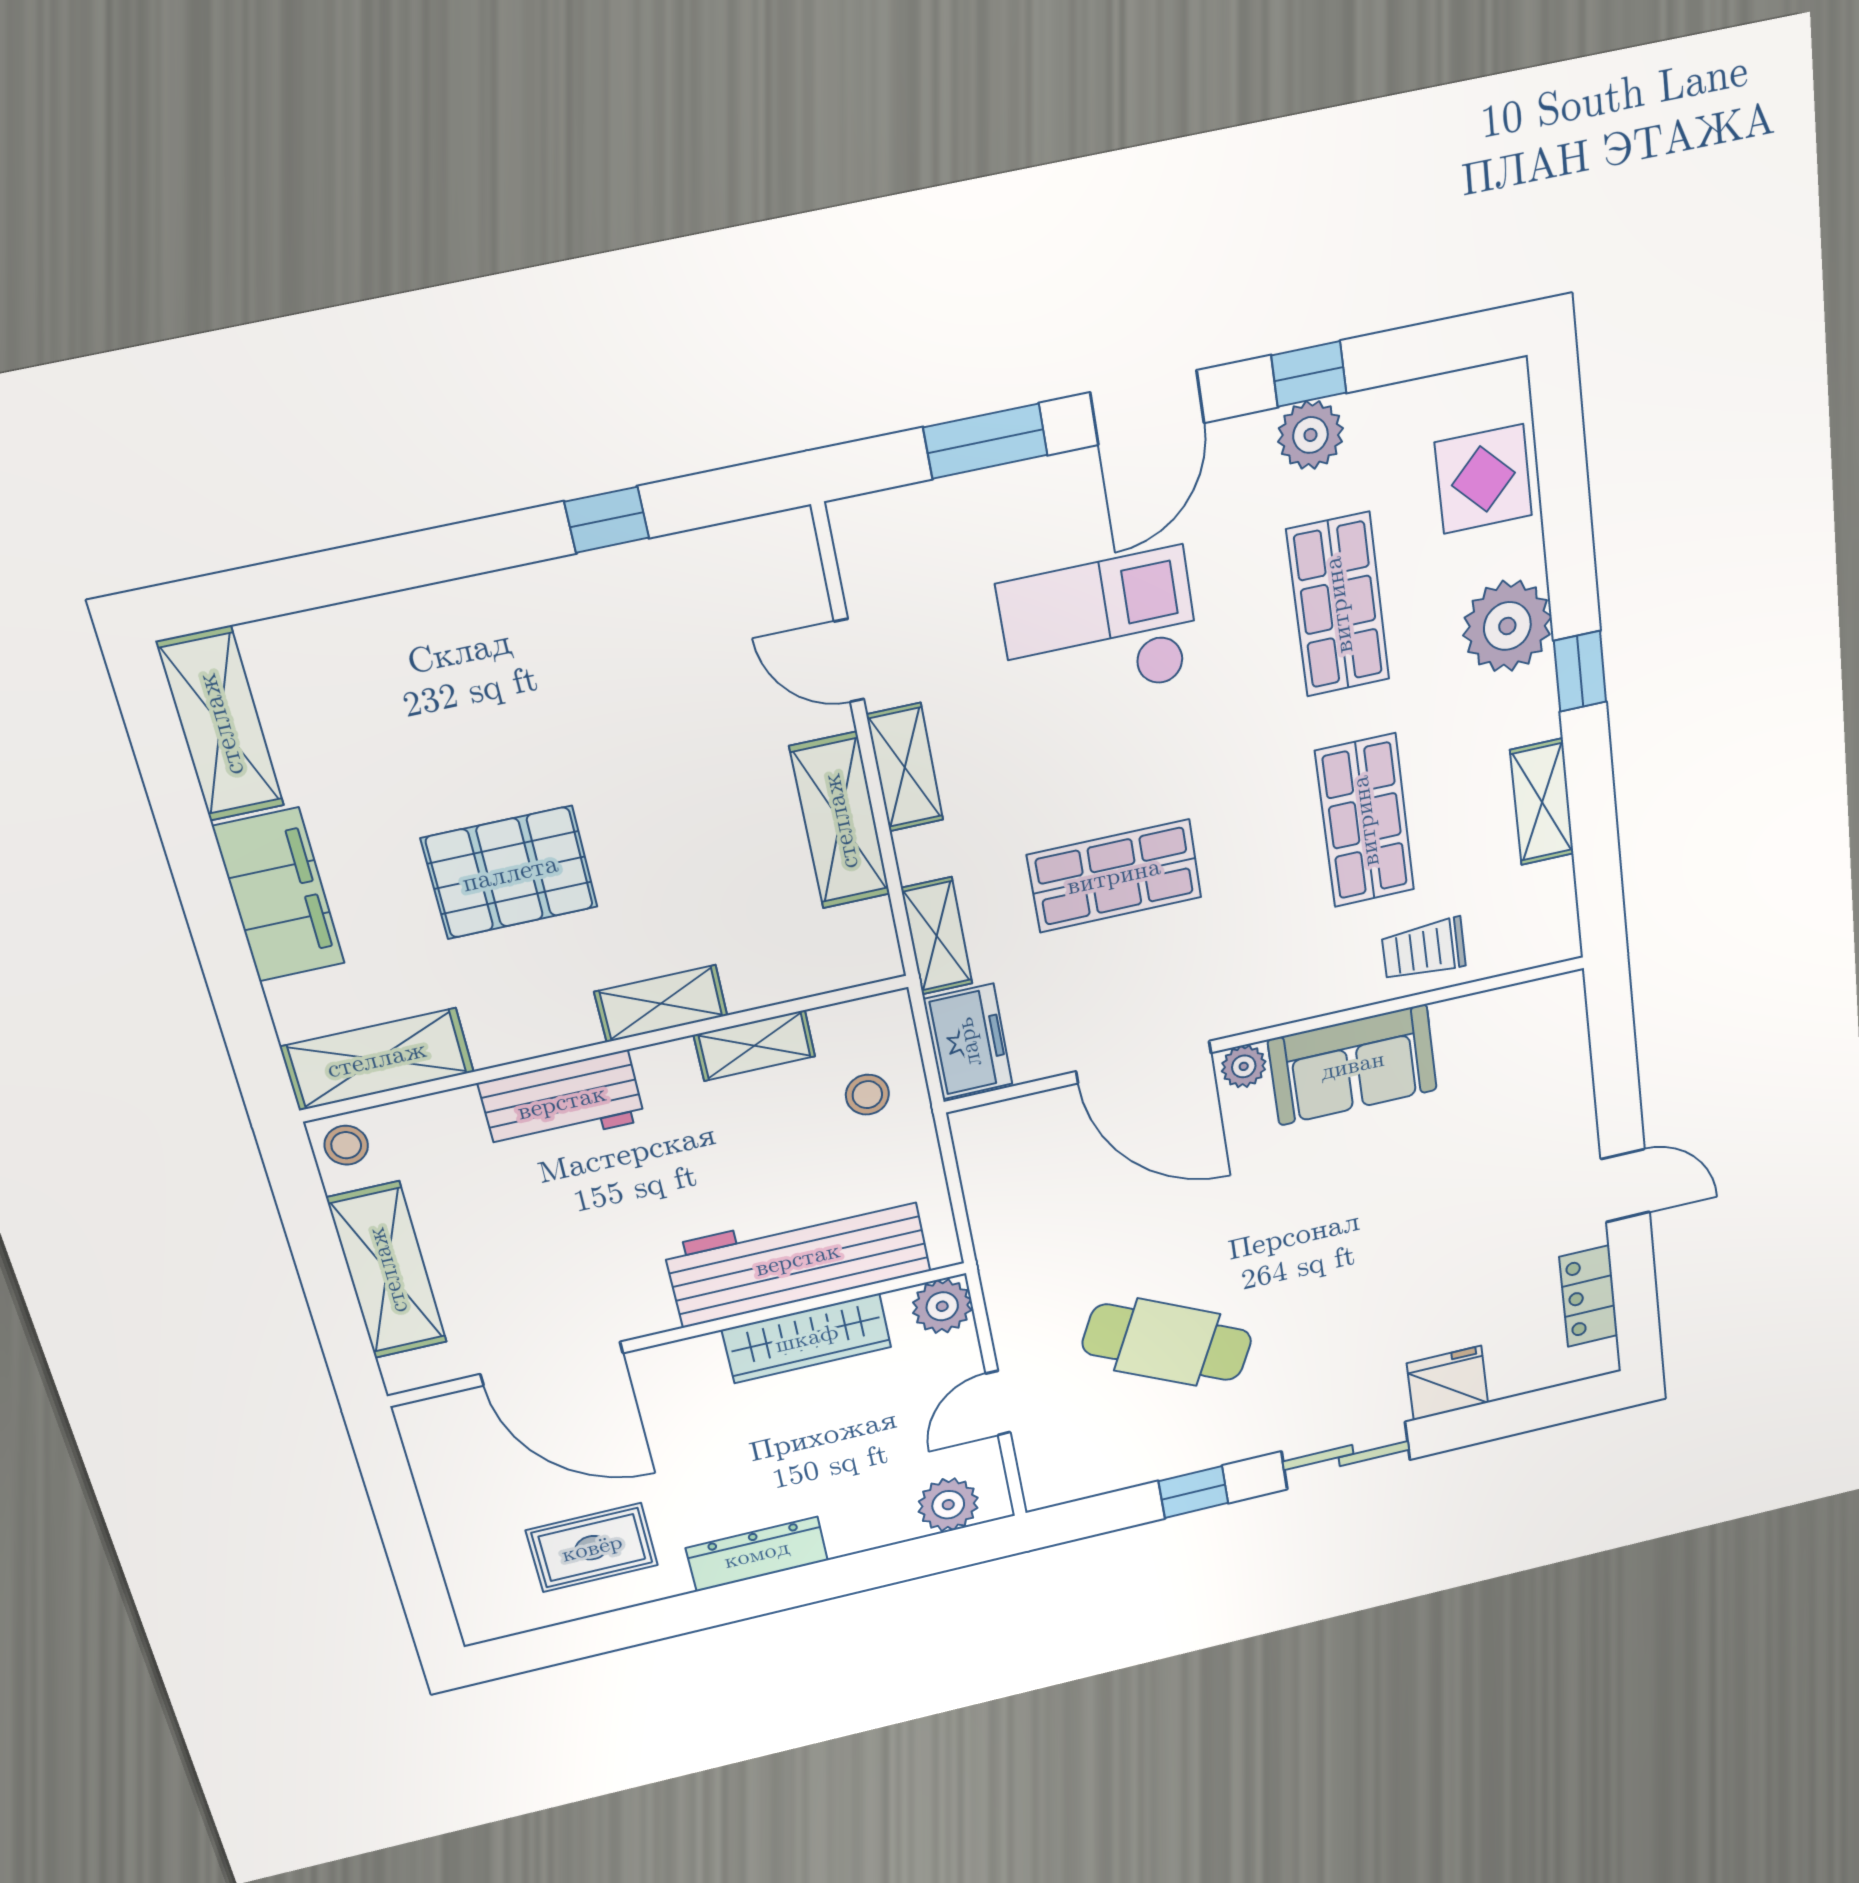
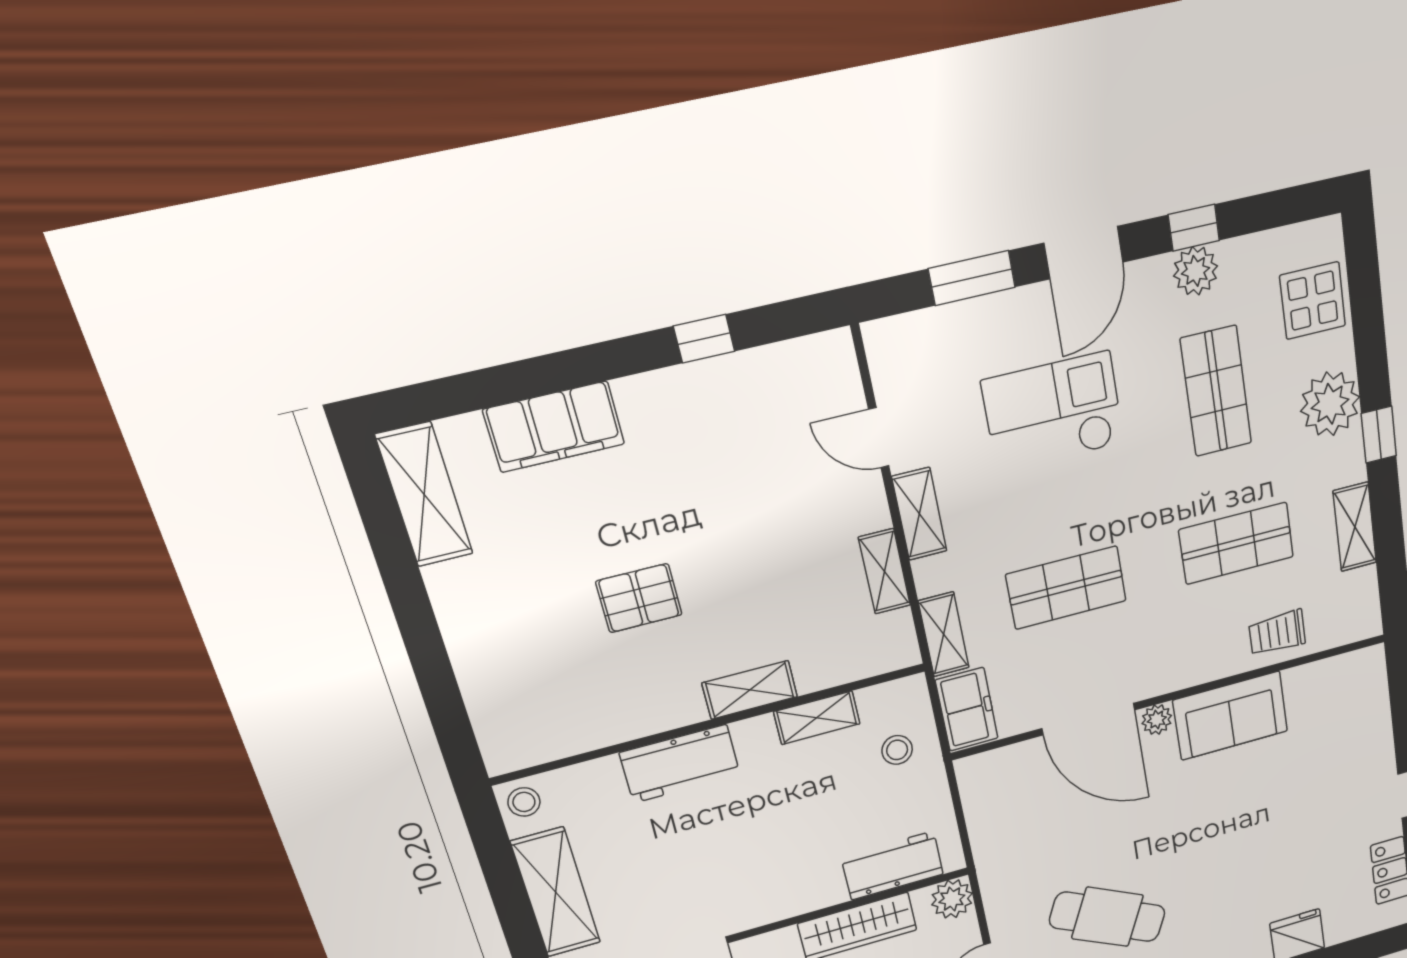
shelving: (840, 821) -> (884, 571), width x0.67, depth x0.75
shop shelf: (1365, 821) -> (1236, 543), turned 90
pallet: (510, 873) -> (639, 598), width x0.67, depth x0.71
filing cabinet: (279, 895) -> (554, 427), moved, turned 90
shelving: (377, 1059) -> (545, 738), removed
workbench: (798, 1259) -> (892, 866), width x0.53, depth x0.76

